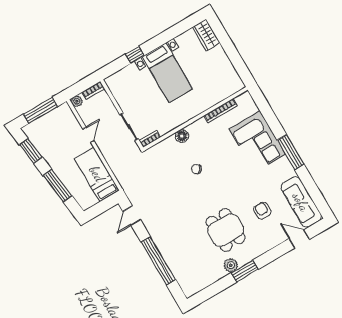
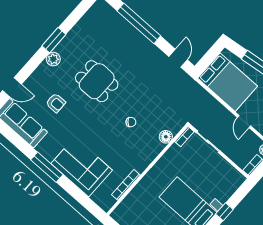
floor lamp: (182, 136) -> (166, 137), moved
bed: (97, 174) -> (228, 82), width x1.50
dining table: (226, 230) -> (97, 81), moved
plant: (231, 265) -> (53, 59), moved

